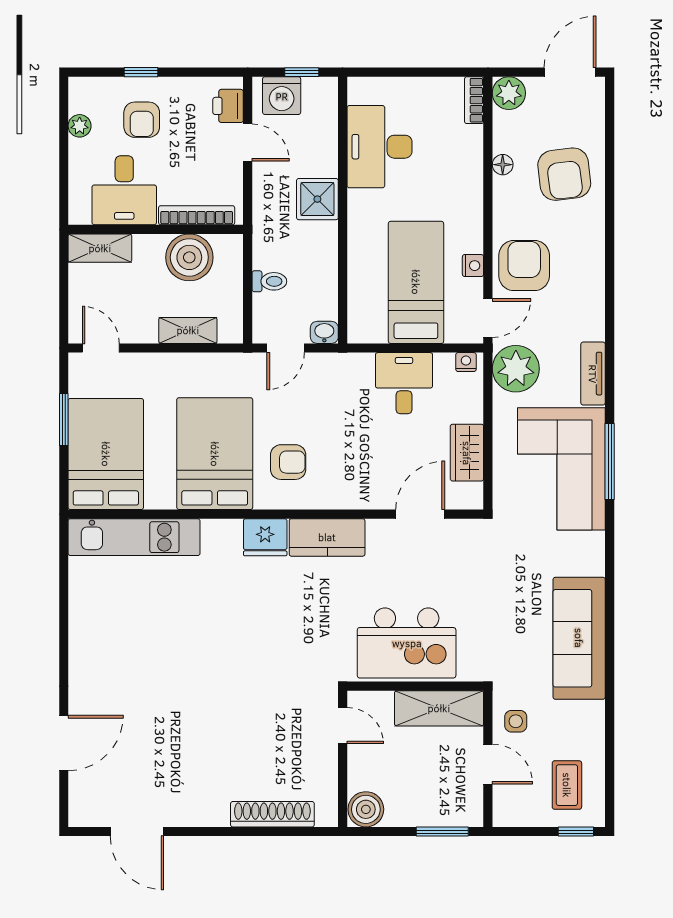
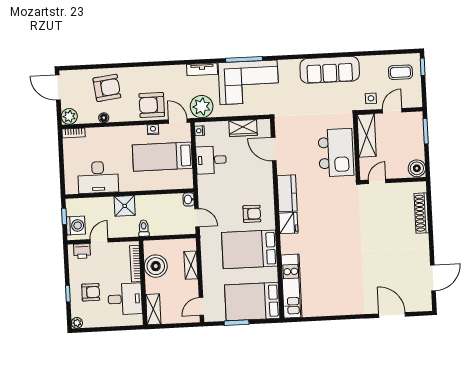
plant: (80, 126) -> (77, 323), moved
toilet: (269, 281) -> (144, 228), moved
armchair: (288, 462) -> (252, 214), turned 90

